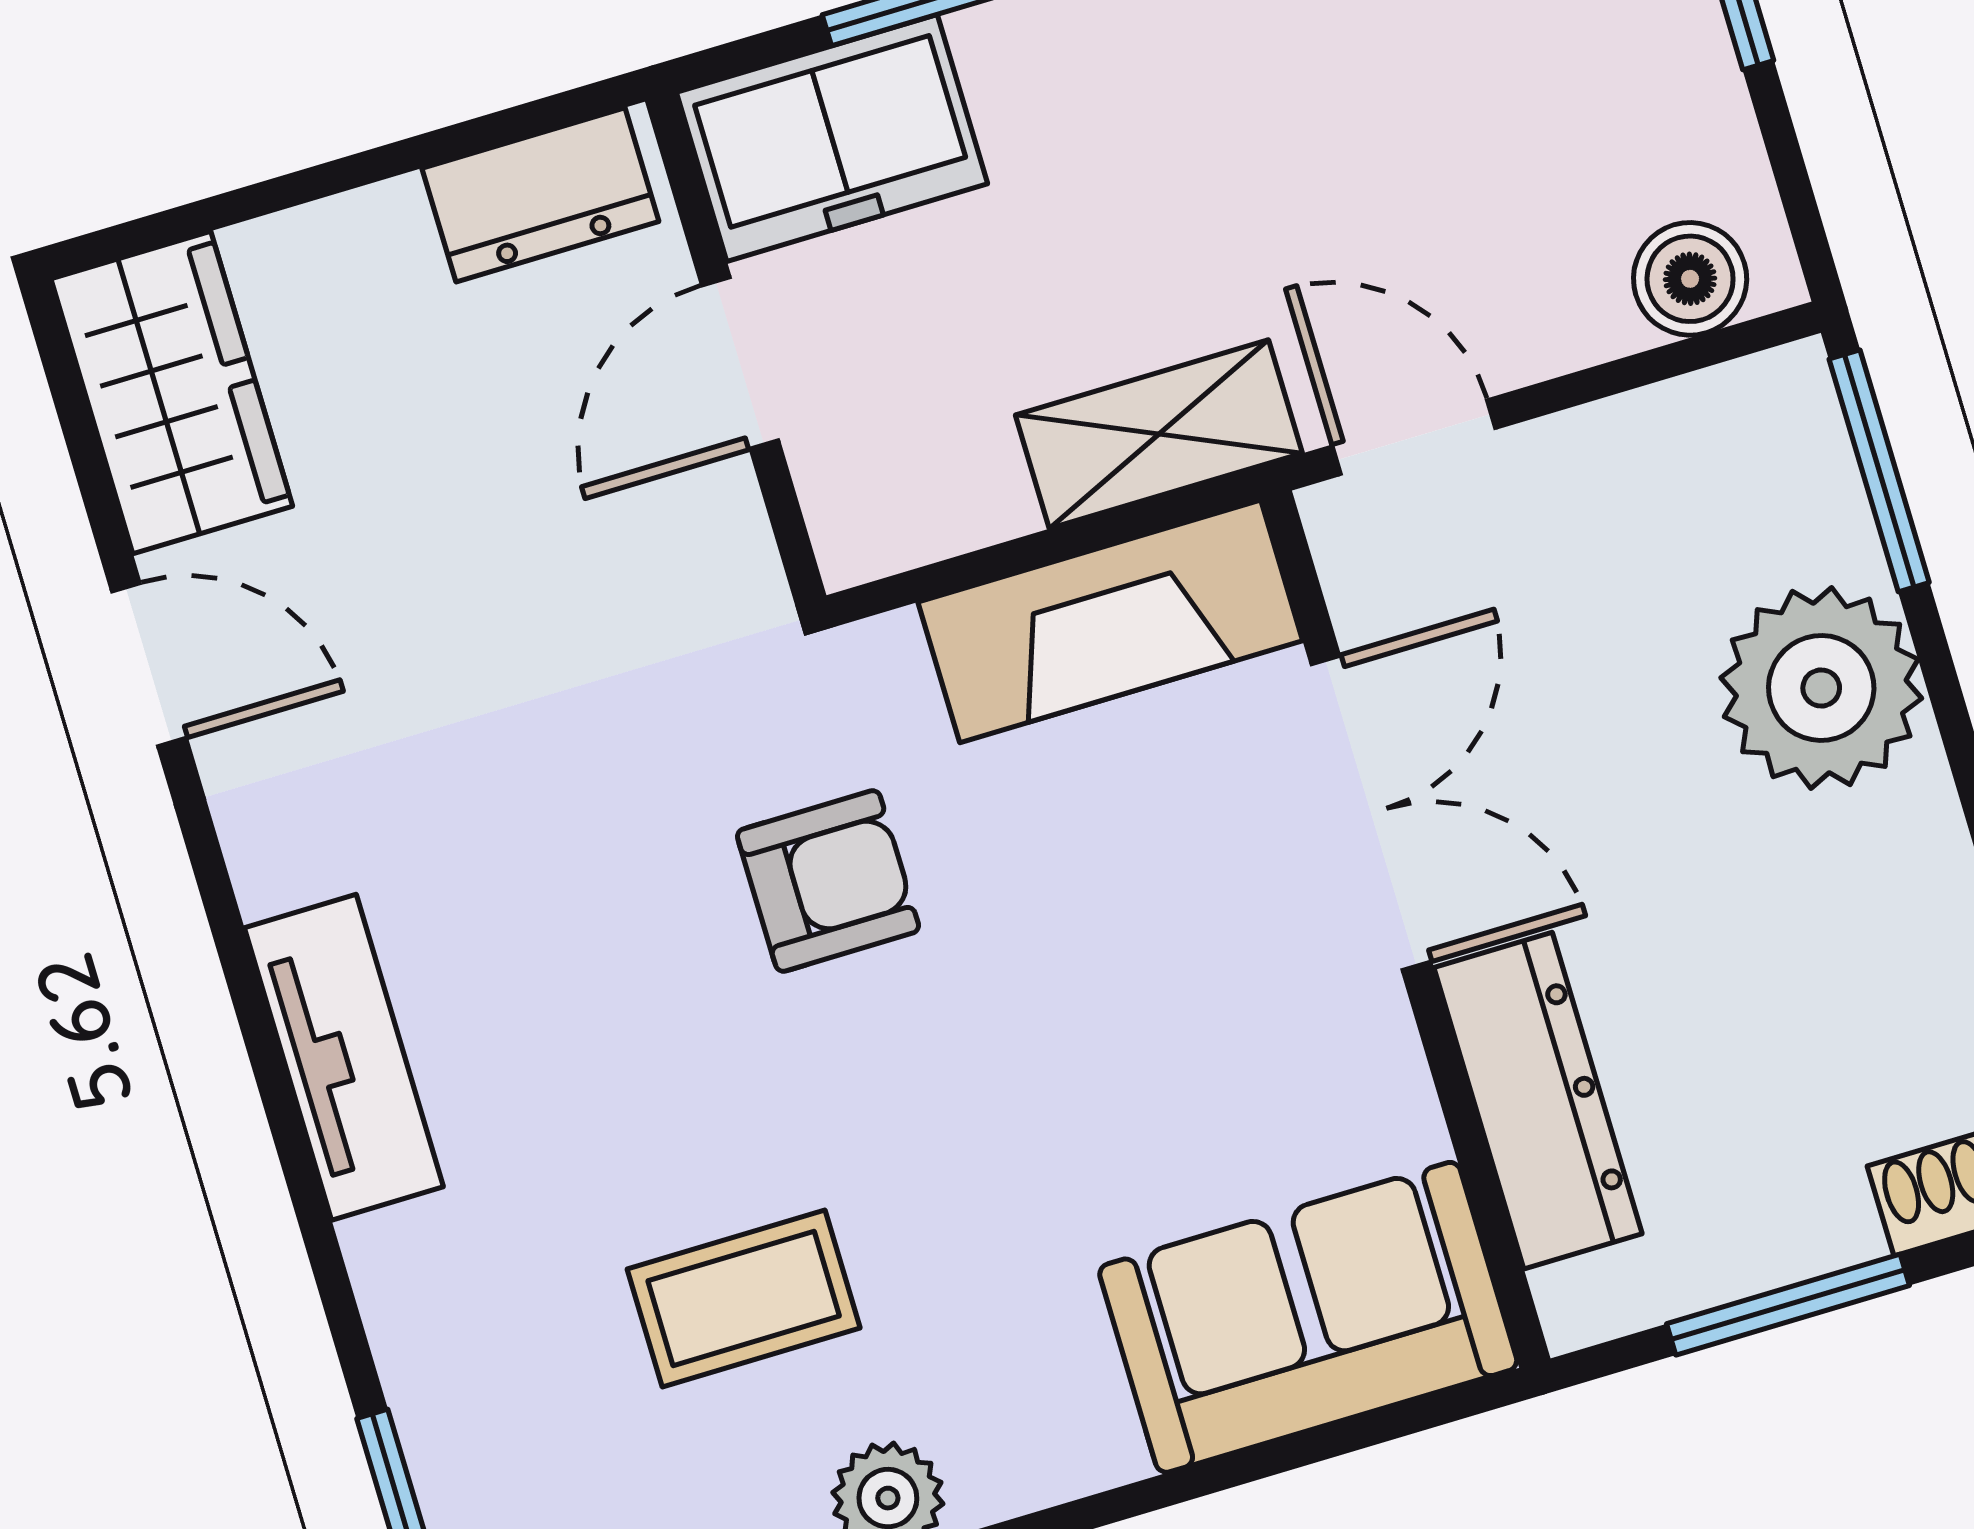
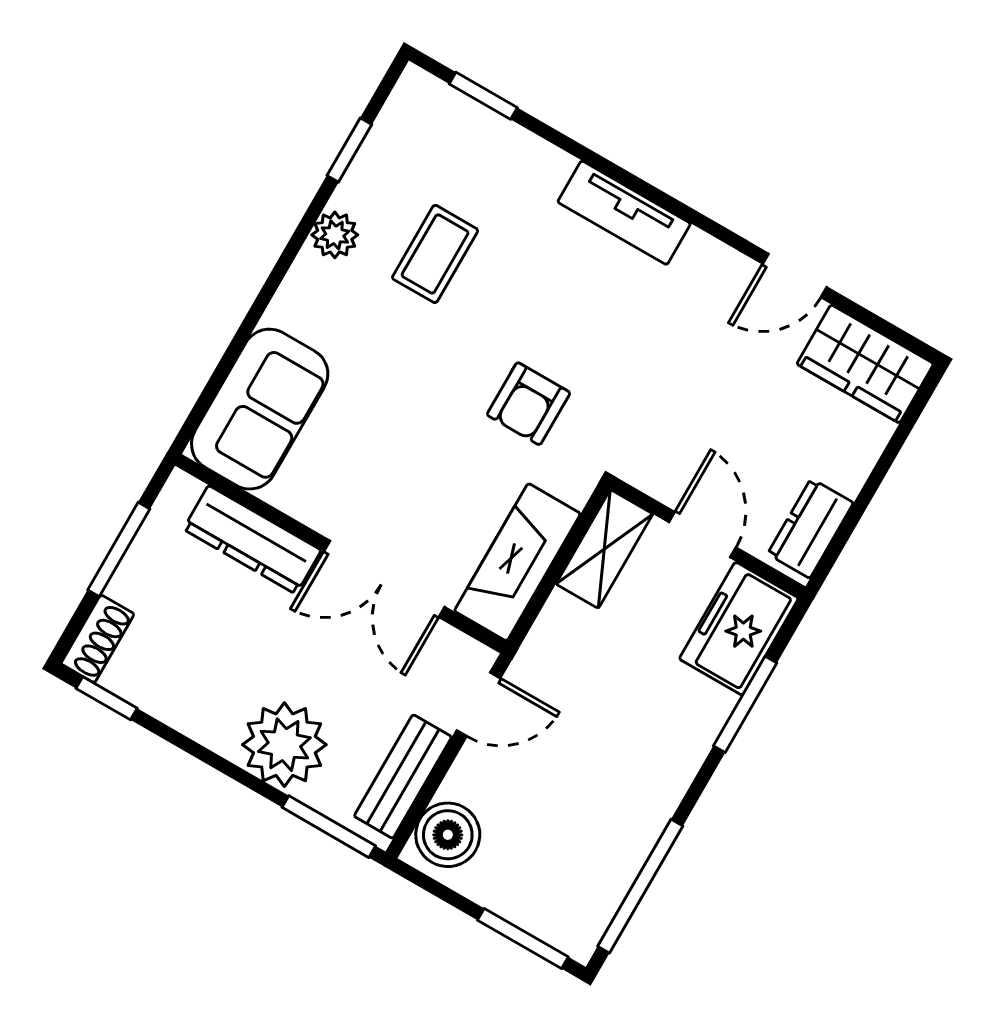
boiler: (1690, 279) -> (448, 835), width x1.36, depth x1.36
shelving: (1159, 434) -> (604, 549), moved
bench: (1666, 436) -> (403, 777), added

